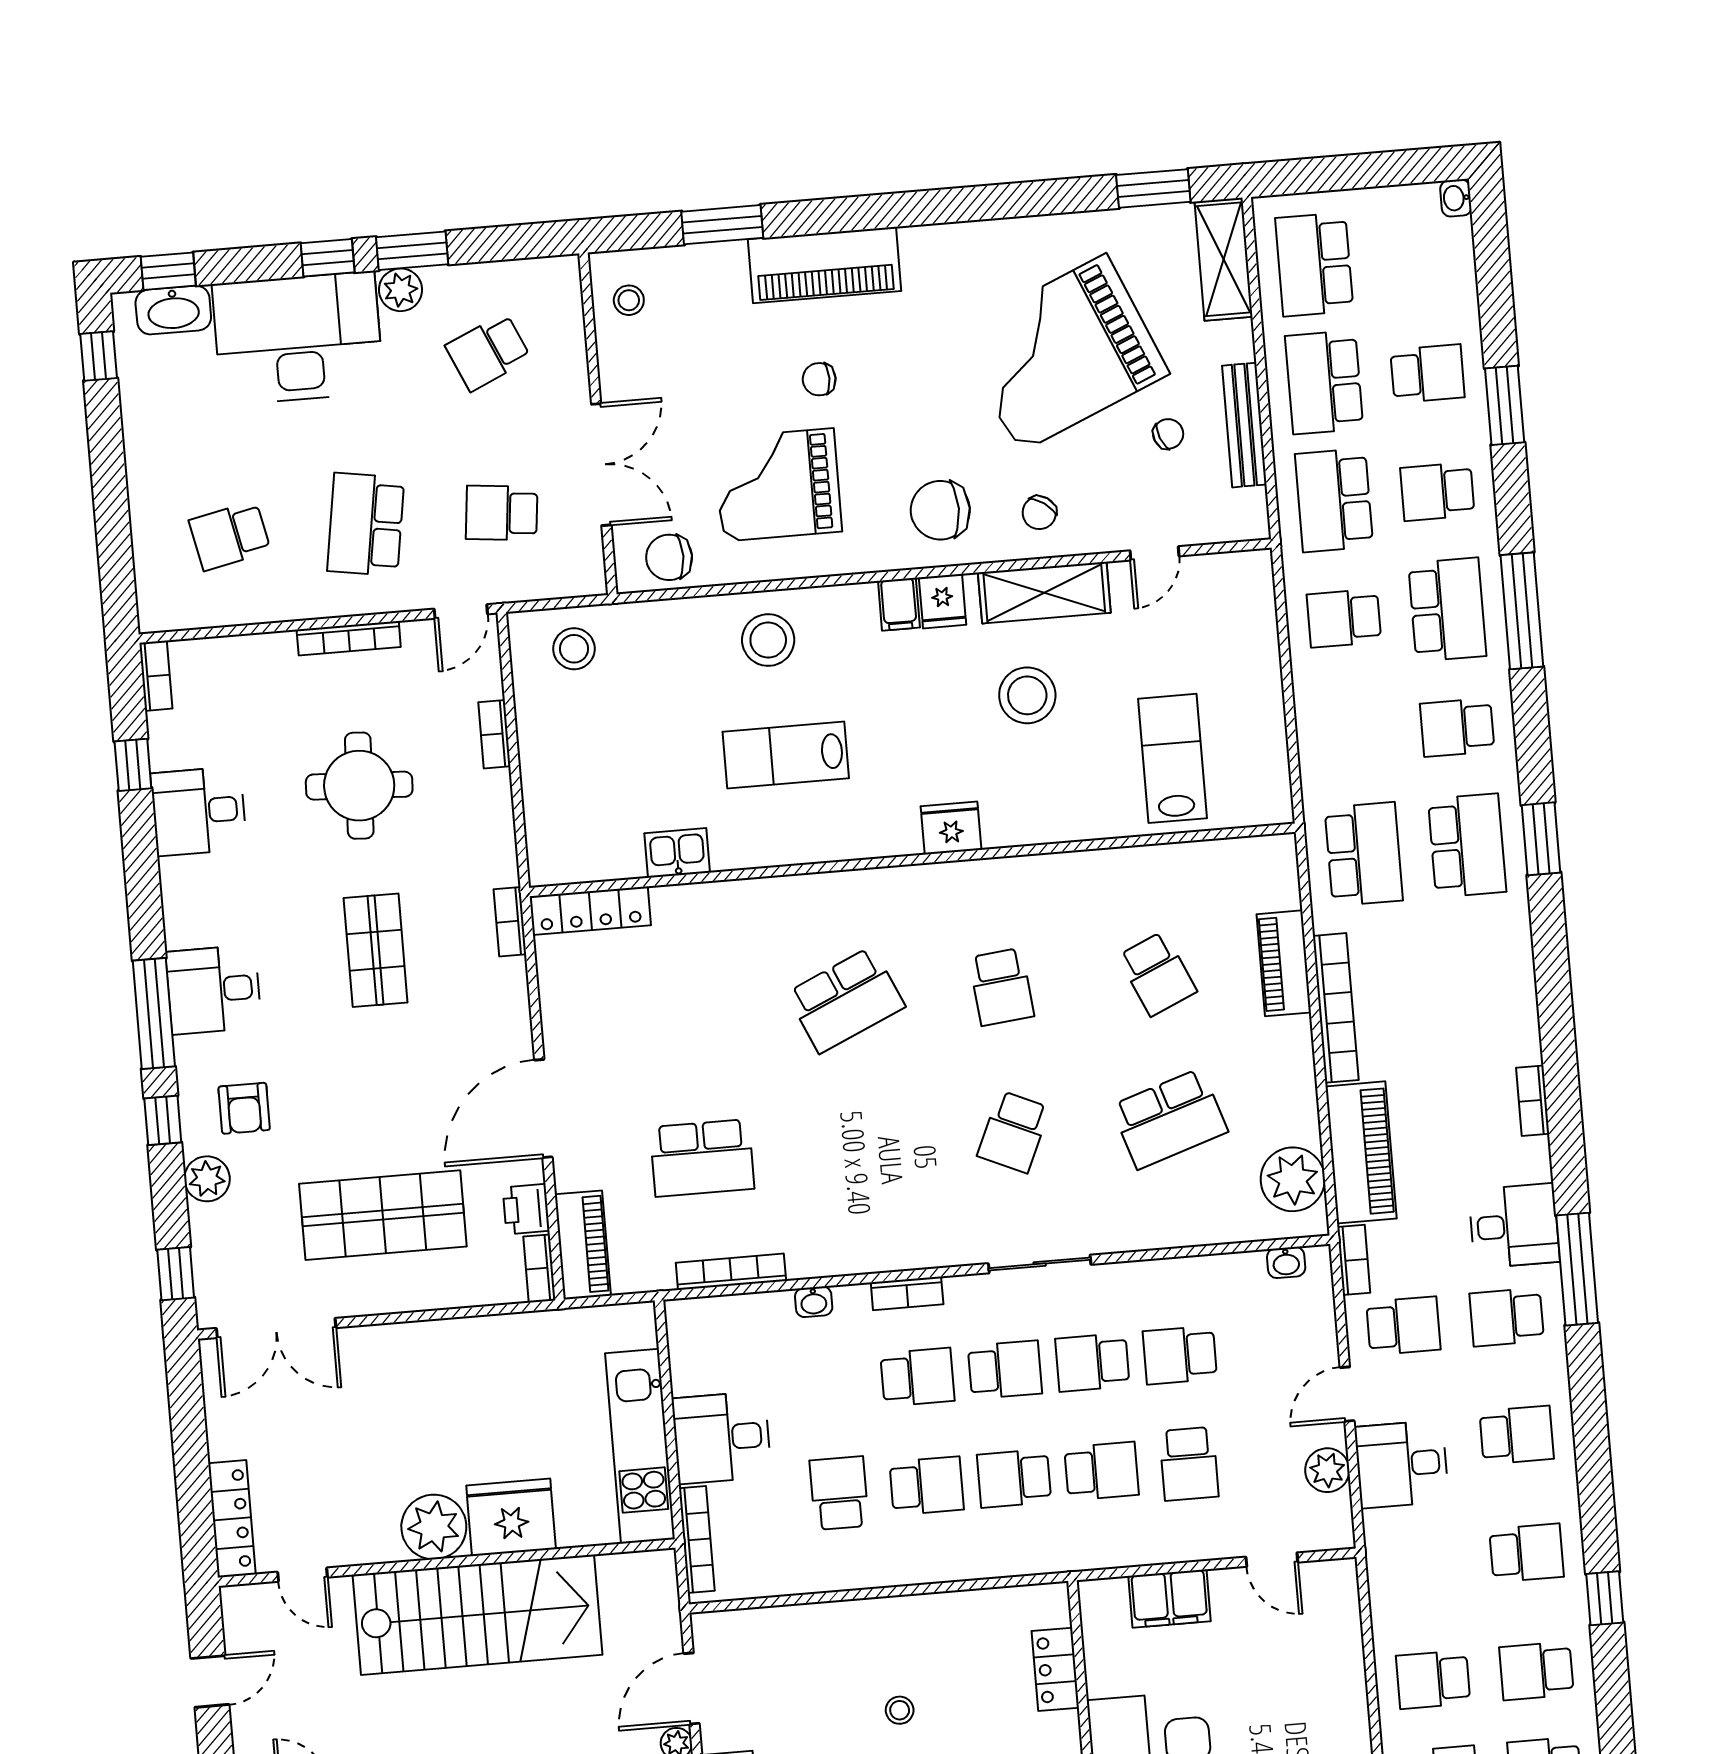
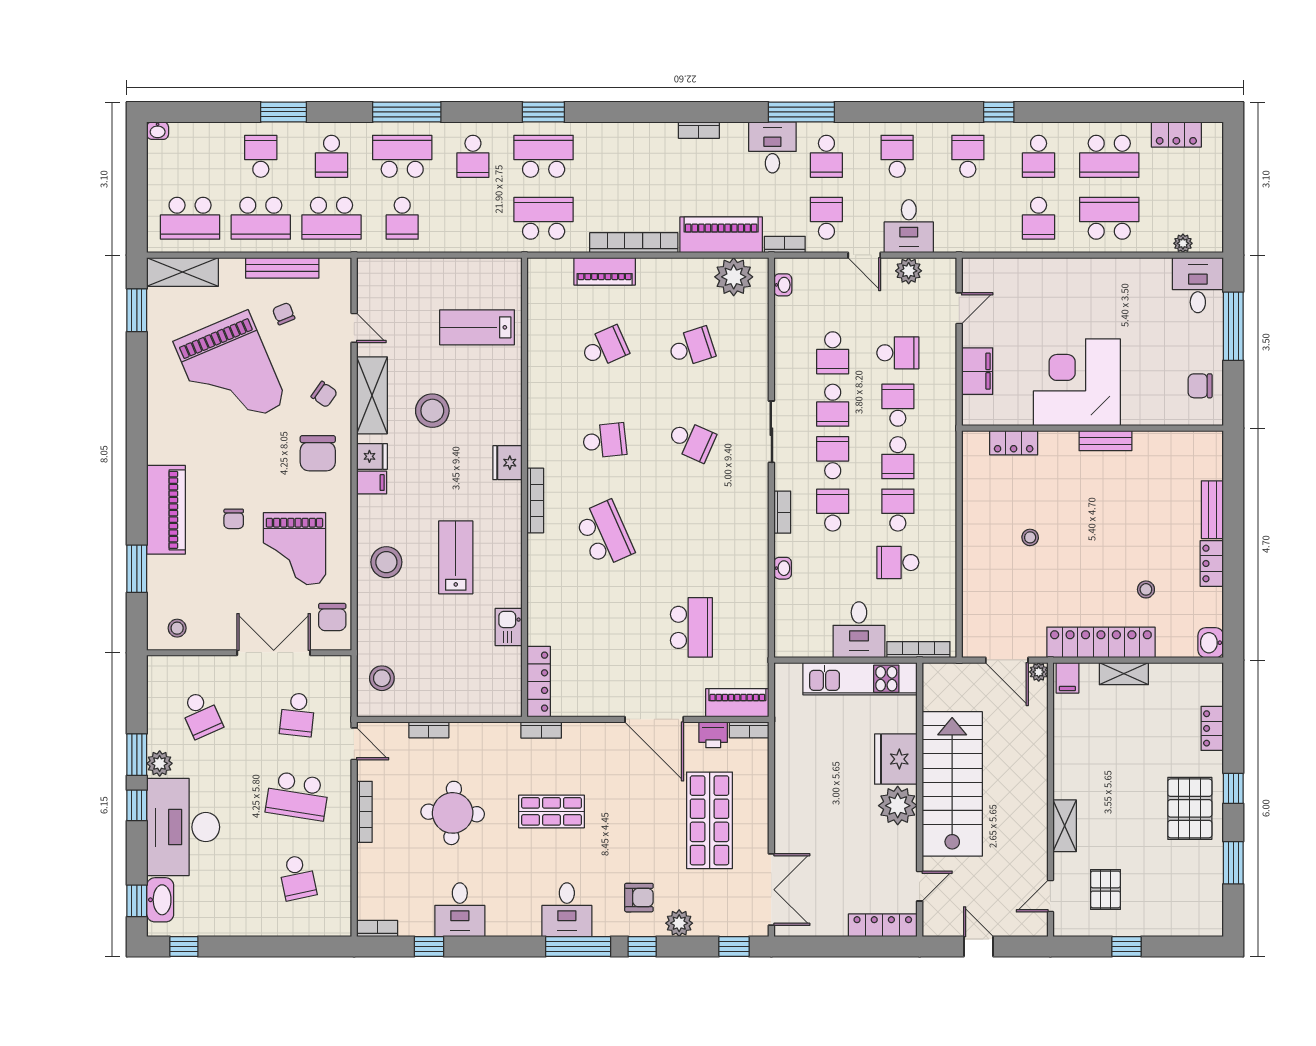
lab bench: (786, 755) -> (456, 557), turned 180
school desk: (1169, 1119) -> (691, 347), width x0.54
bookcase: (731, 1272) -> (535, 501), moved, turned 180

